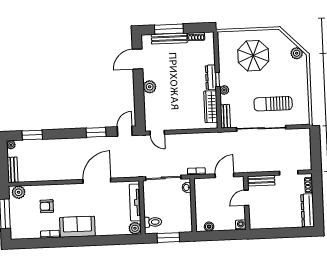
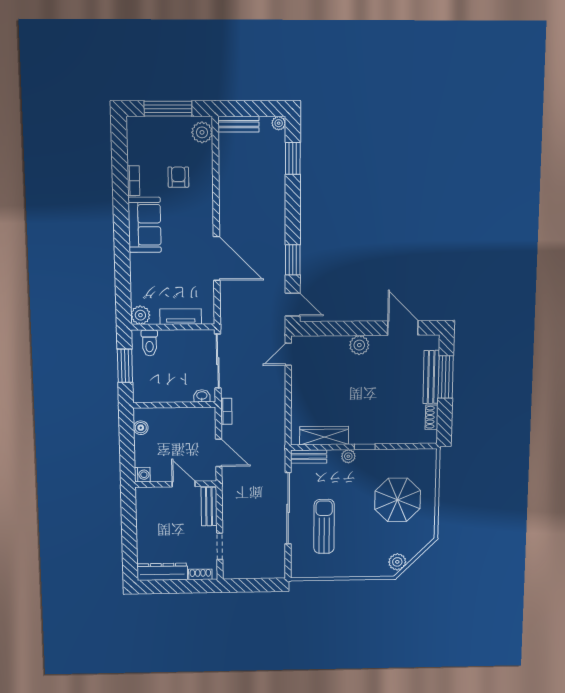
dresser: (211, 77) -> (369, 437), removed
tv unit: (135, 203) -> (181, 317), width x0.71

